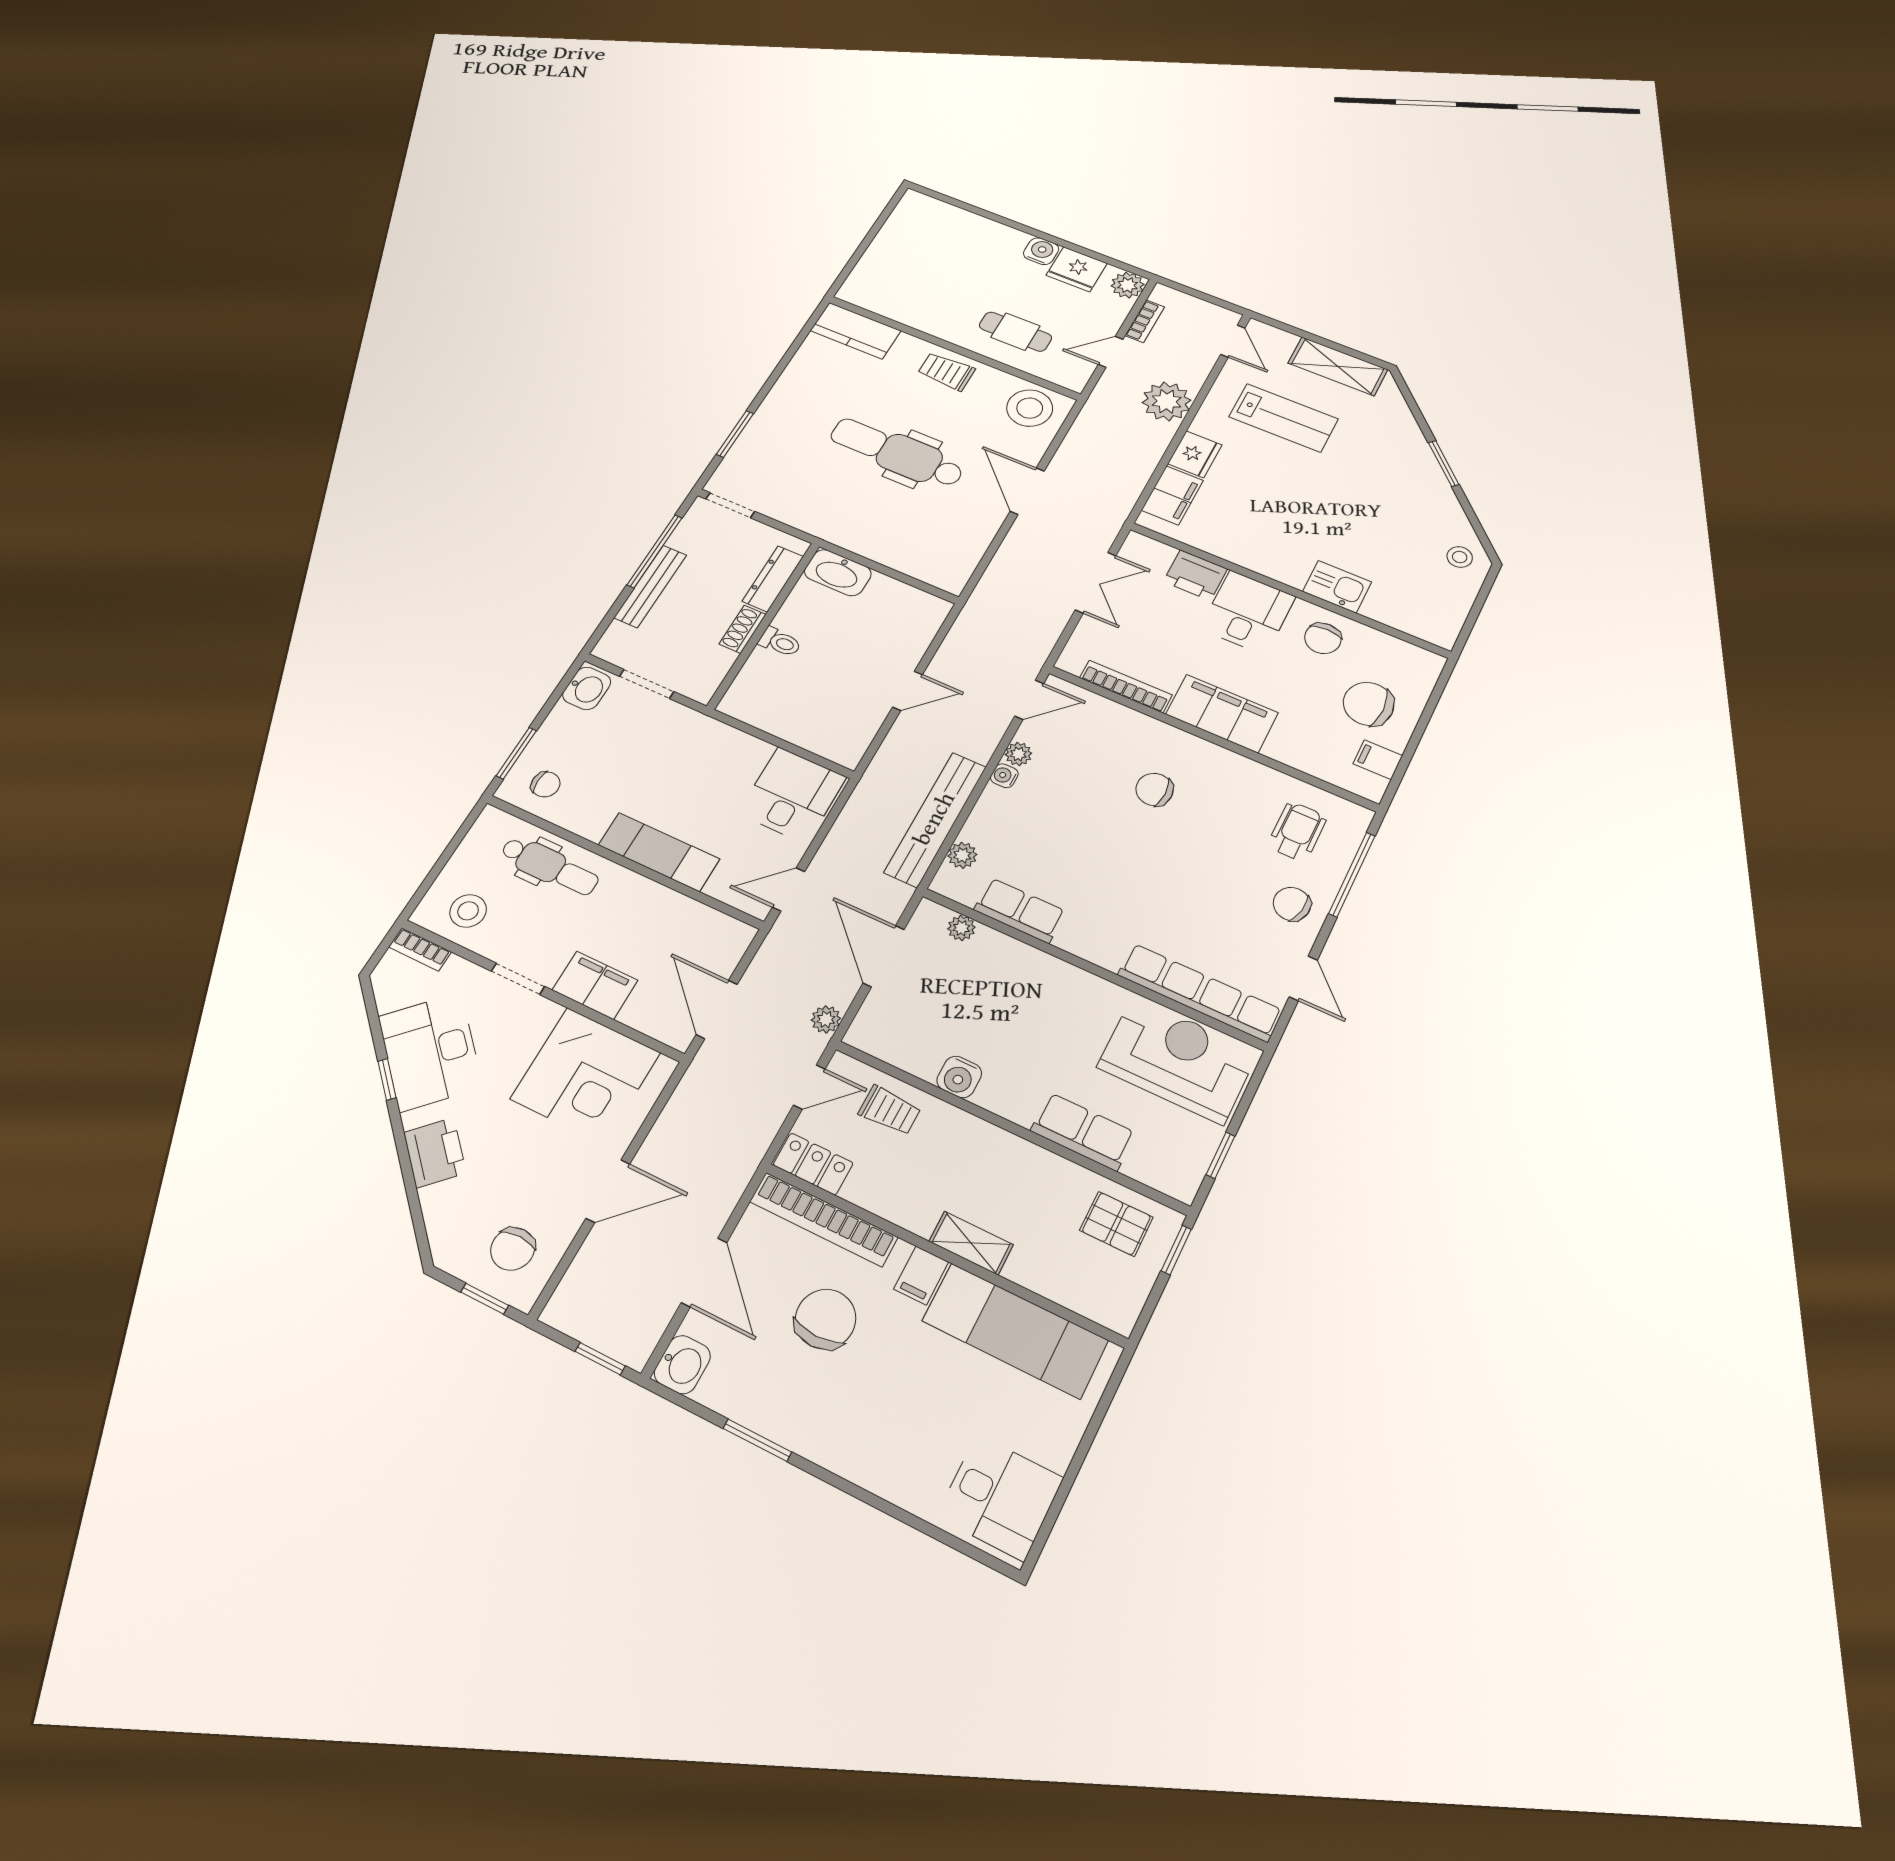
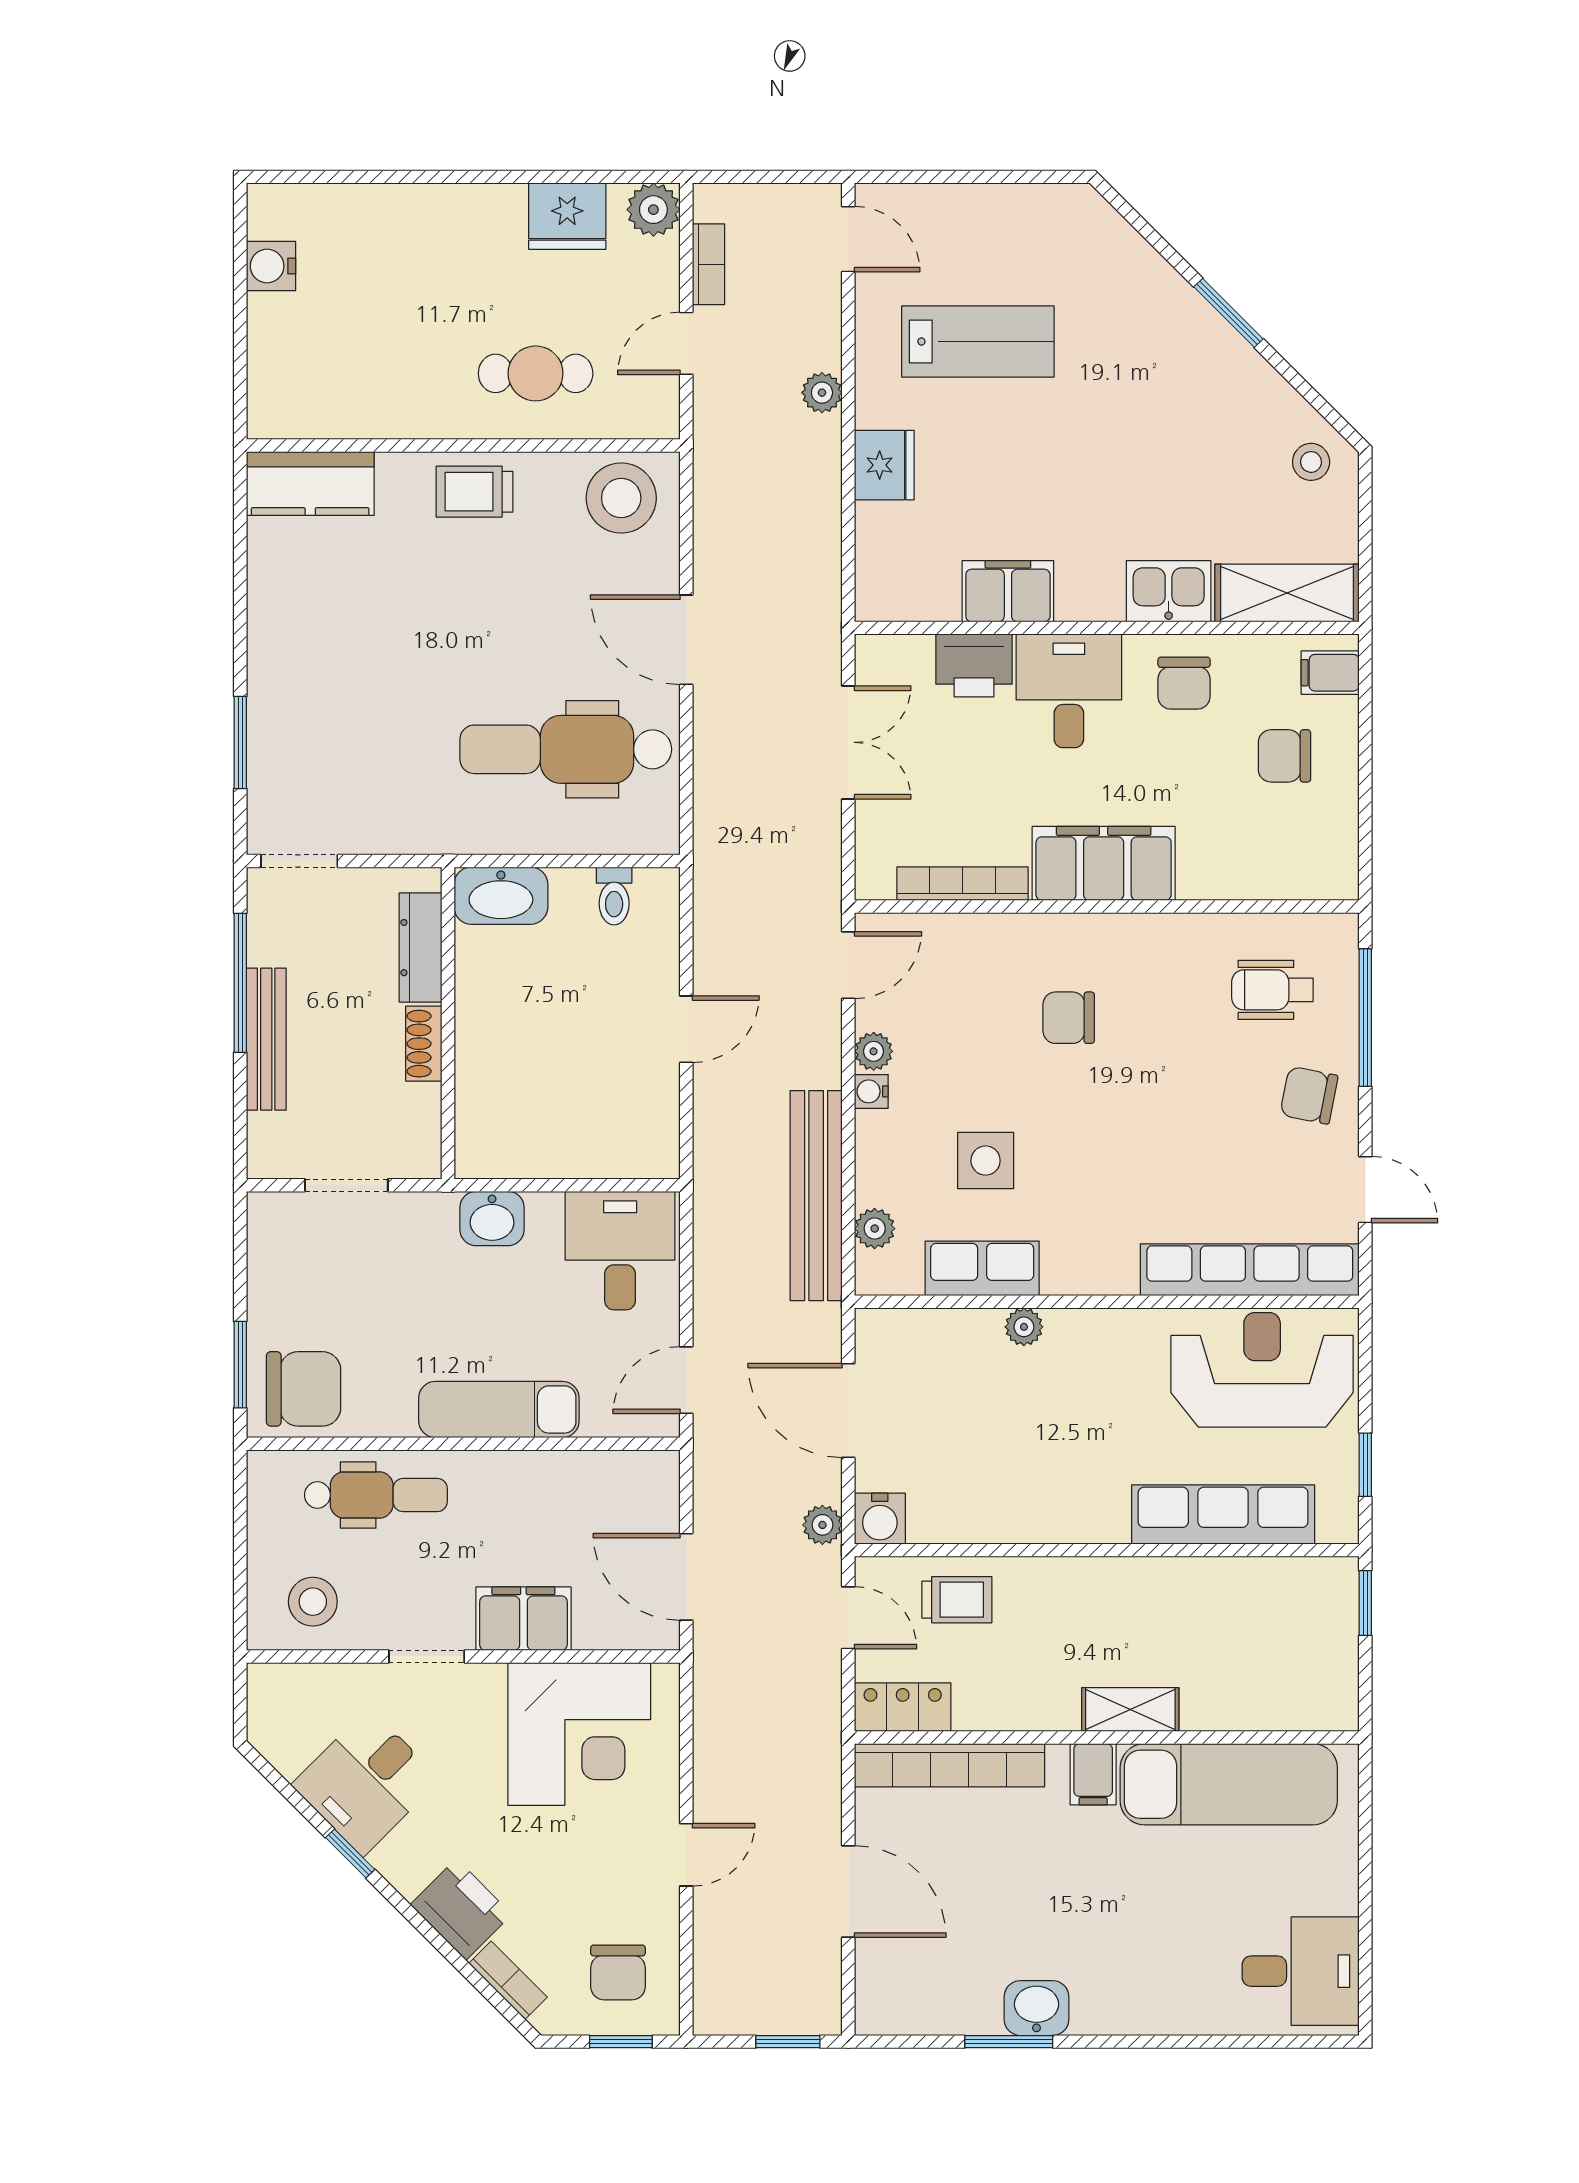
water cooler: (1041, 251) -> (271, 266), moved, turned -90
shelving: (1338, 366) -> (1287, 593), moved
plant: (1167, 401) -> (822, 393), width x0.53, depth x0.53
dental chair: (897, 453) -> (566, 749), moved
filing cabinet: (1172, 495) -> (1008, 591), moved, turned -90
toilet: (780, 642) -> (614, 896), moved, turned 90
washbasin: (587, 688) -> (492, 1219), moved, turned 90
chair: (1369, 704) -> (1284, 756), width x0.73, depth x0.73
filing cabinet: (1378, 760) -> (1330, 673), moved
chair: (546, 784) -> (304, 1389), width x1.87, depth x1.87
wheelchair: (1297, 831) -> (1272, 990), turned -90
side table: (1057, 848) -> (986, 1161), added
plant: (961, 928) -> (1024, 1327), moved
bookcase: (420, 949) -> (508, 1980), moved, turned -135
desk: (430, 1052) -> (366, 1782), width x0.73
water cooler: (959, 1077) -> (880, 1519), moved
door: (809, 1087) -> (848, 1618), hinge flipped
row of seats: (1083, 1132) -> (1223, 1514), width x1.48
door: (608, 1191) -> (686, 1855), width x0.73
pallet: (1116, 1224) -> (1284, 1606), removed
chair: (825, 1319) -> (1012, 1876), removed
washbasin: (682, 1365) -> (1036, 2008), moved, turned -90

